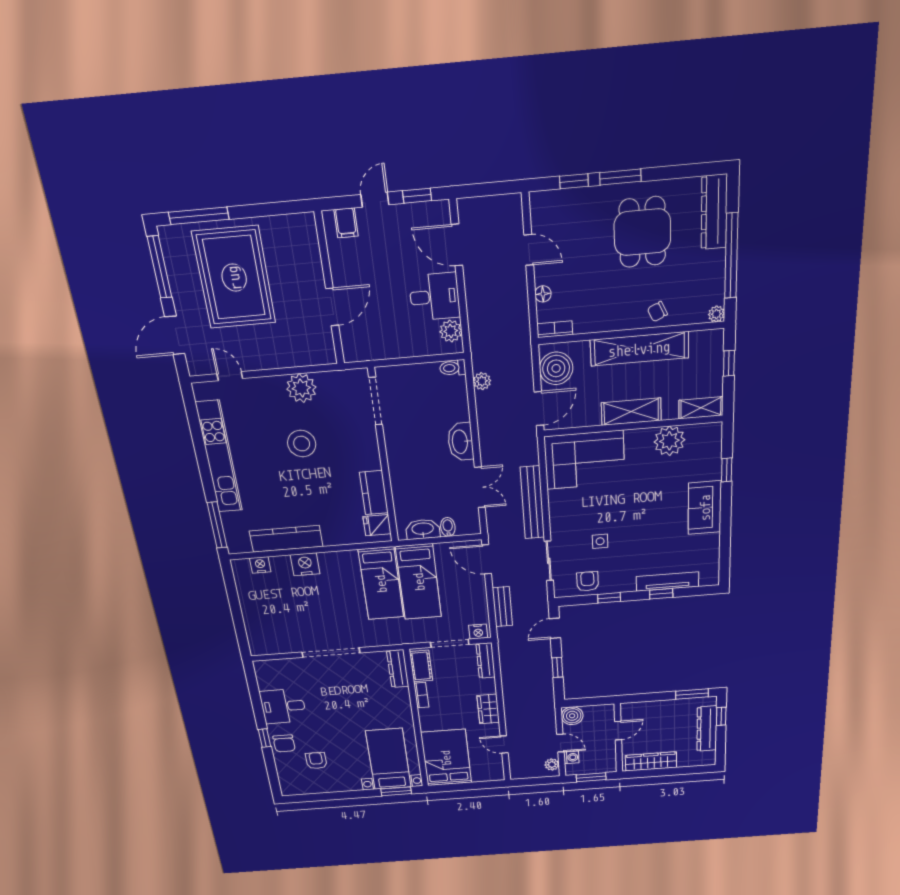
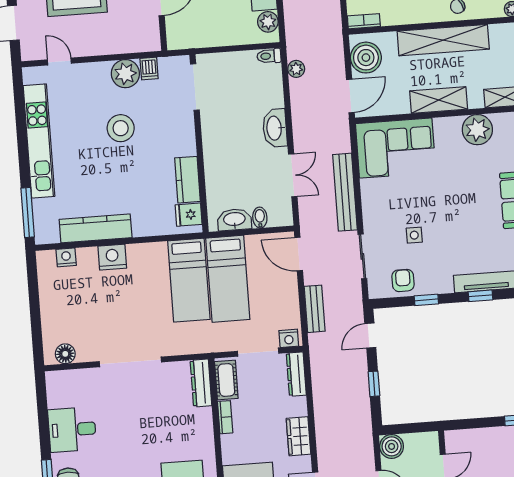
dishwasher: (326, 383) -> (149, 69), added
floor lamp: (269, 647) -> (65, 354), added

